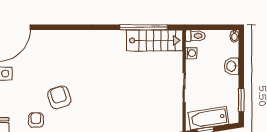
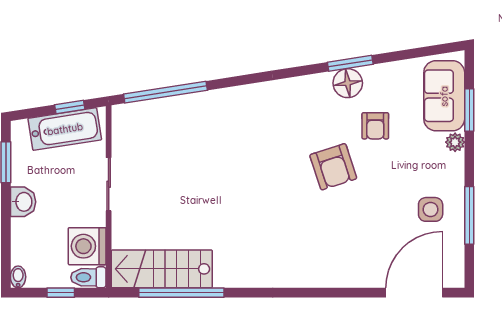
window: (211, 27) -> (61, 293), added
washing machine: (191, 53) -> (87, 246), width x1.89, depth x1.89
washbasin: (232, 66) -> (23, 202), moved

